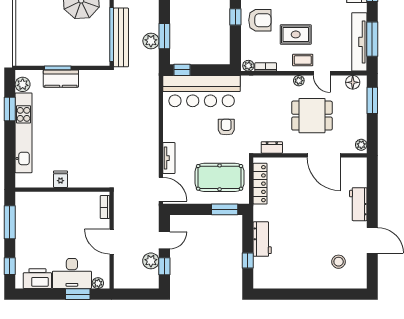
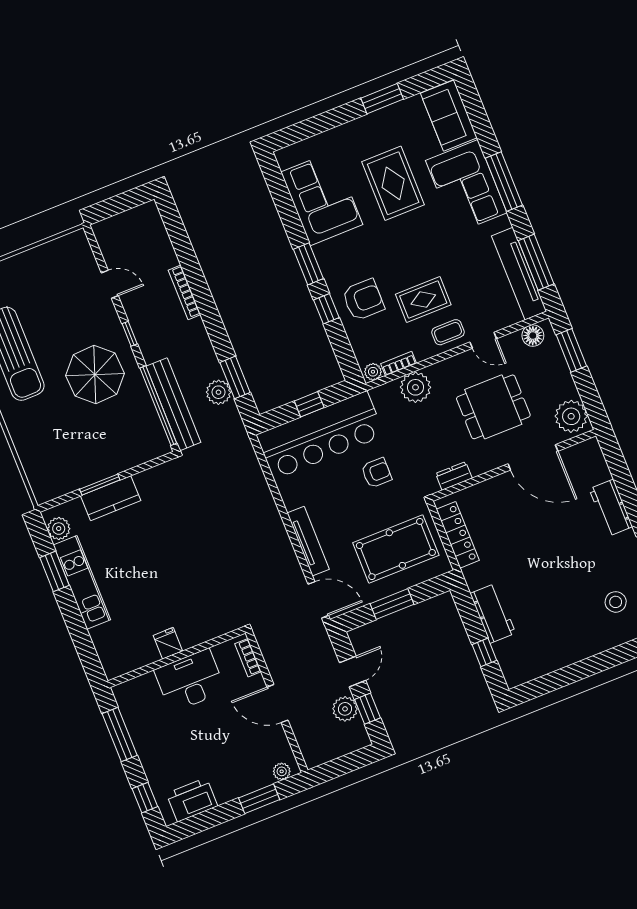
window: (182, 70) -> (309, 404), moved
plant: (299, 81) -> (416, 387), moved, width x1.88, depth x1.88
armchair: (226, 127) -> (376, 473), turned 90
kitchen unit: (24, 133) -> (82, 582), width x0.73
plant: (361, 145) -> (571, 416), width x1.88, depth x1.88
tv unit: (169, 158) -> (308, 541), width x1.41
window: (225, 209) -> (392, 604), moved
desk: (72, 274) -> (190, 681), moved, turned 180

